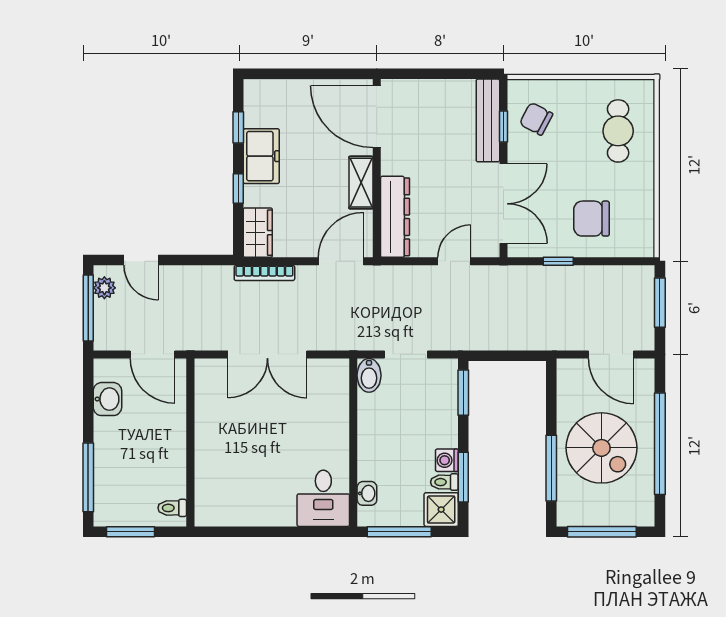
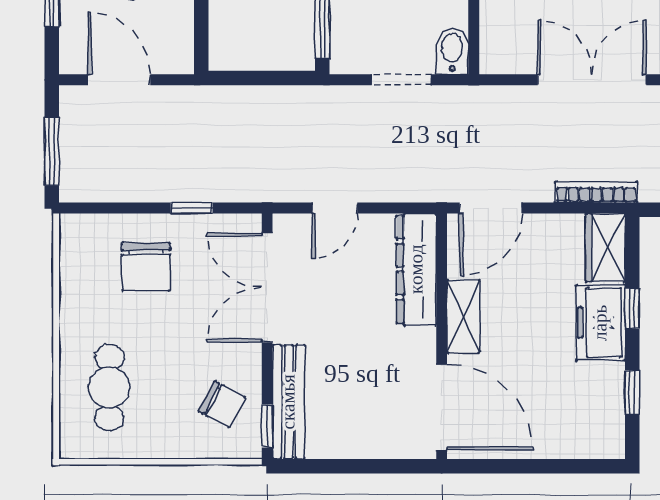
window: (503, 127) -> (267, 426), moved
freezer: (261, 156) -> (600, 323), moved
chair: (591, 219) -> (146, 267), turned 90

